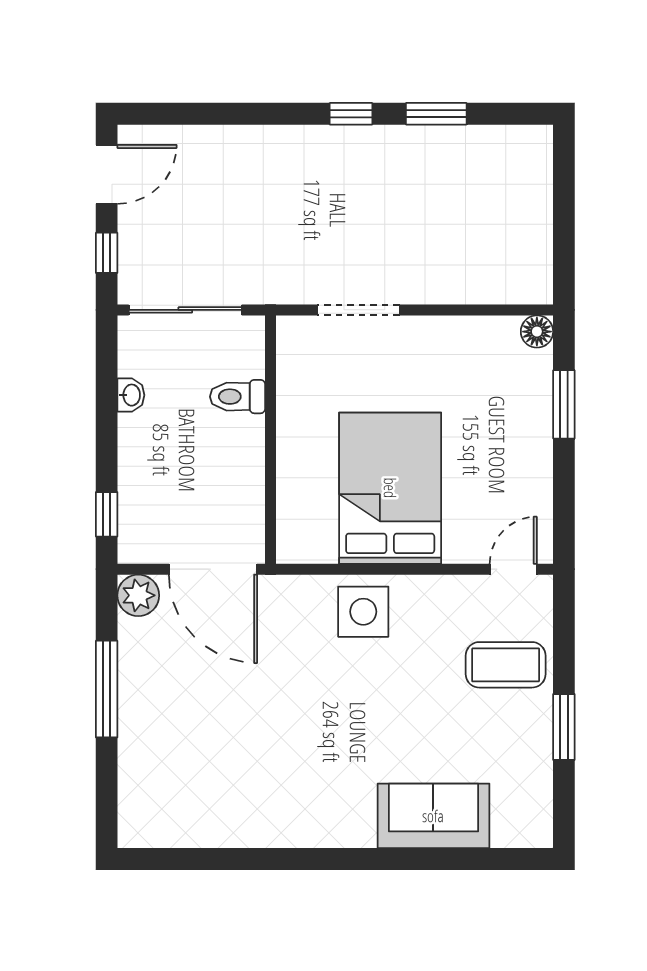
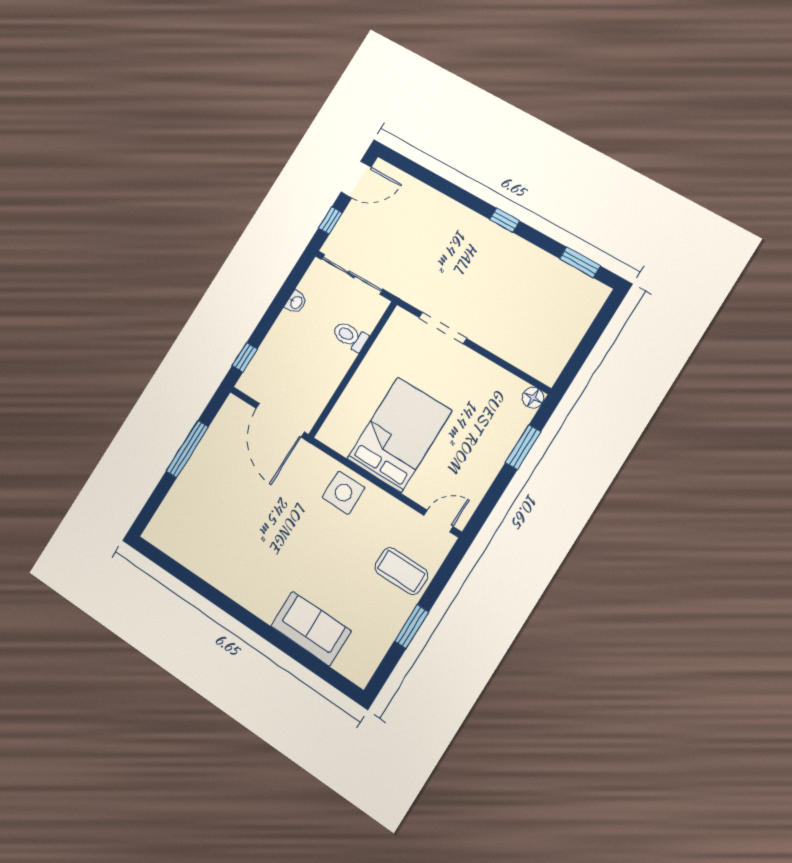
window: (436, 114) -> (580, 262), moved
plant: (138, 595) -> (234, 410), removed

